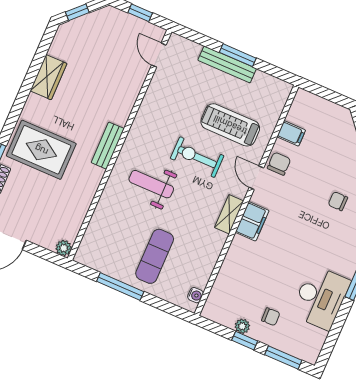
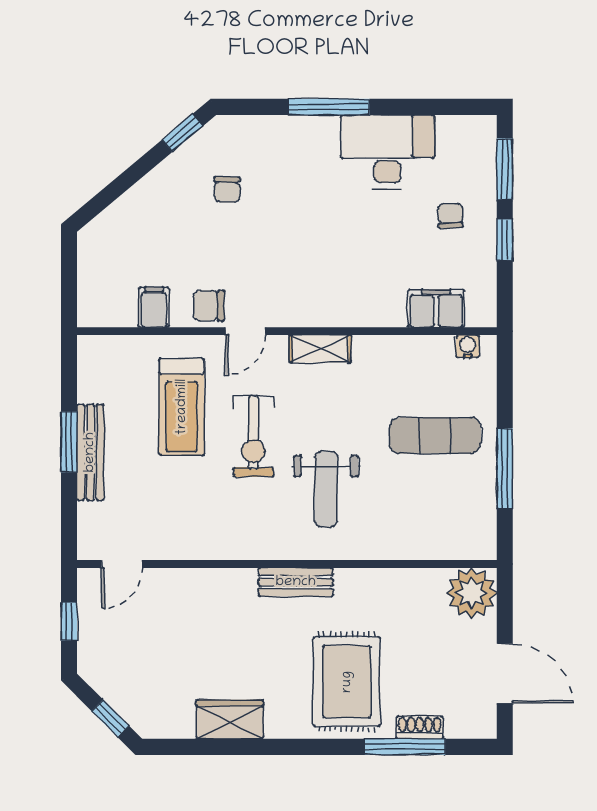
filing cabinet: (252, 221) -> (436, 308), moved
plant: (64, 248) -> (472, 593), width x1.87, depth x1.87
plant: (242, 326) -> (484, 253), removed

